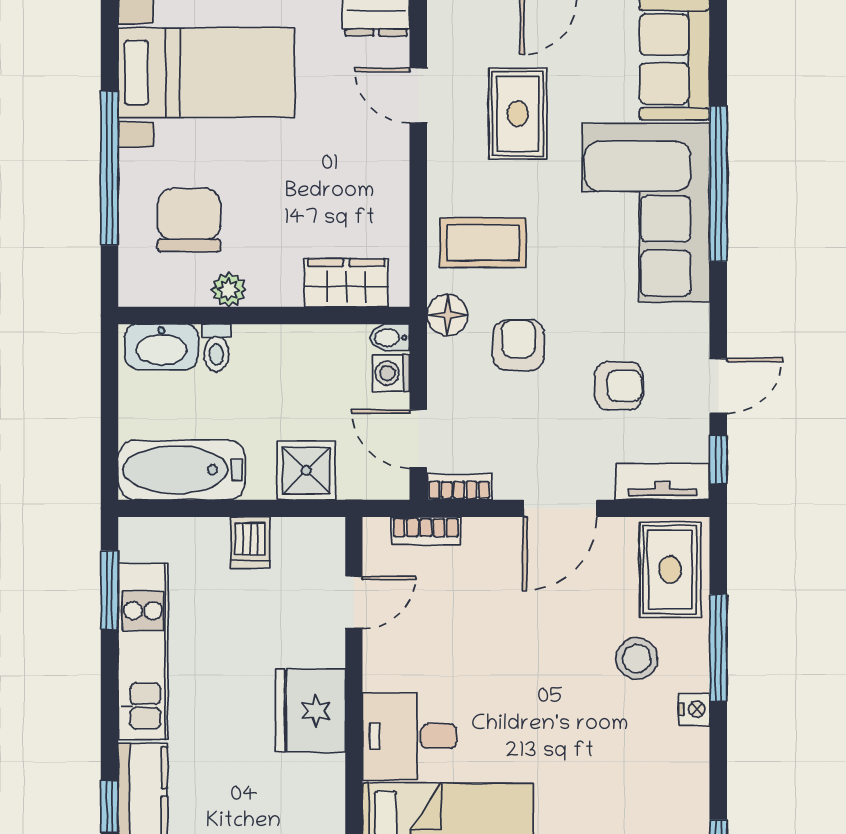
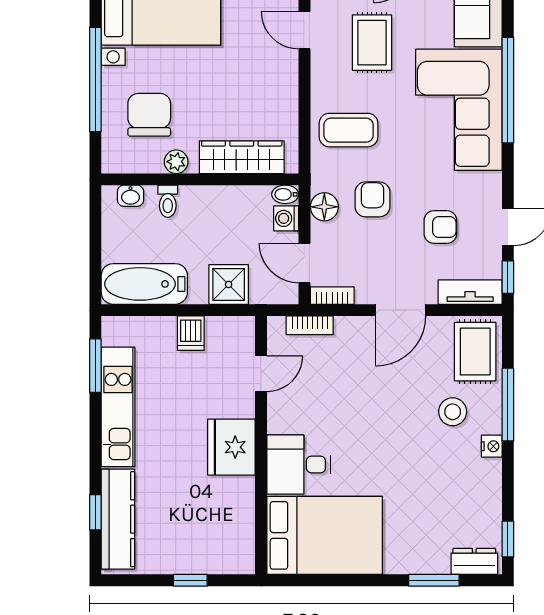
wardrobe: (346, 283) -> (242, 157), width x1.50
floor lamp: (447, 315) -> (324, 207), moved
washbasin: (161, 347) -> (131, 196), width x0.52, depth x0.69

